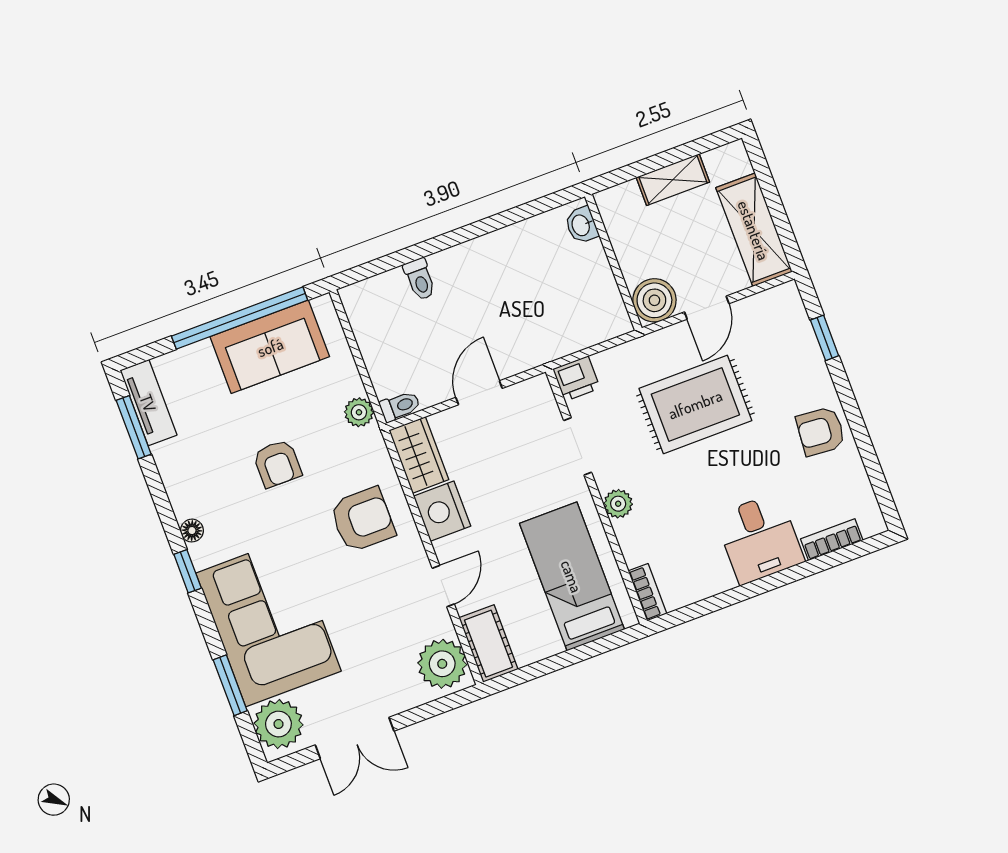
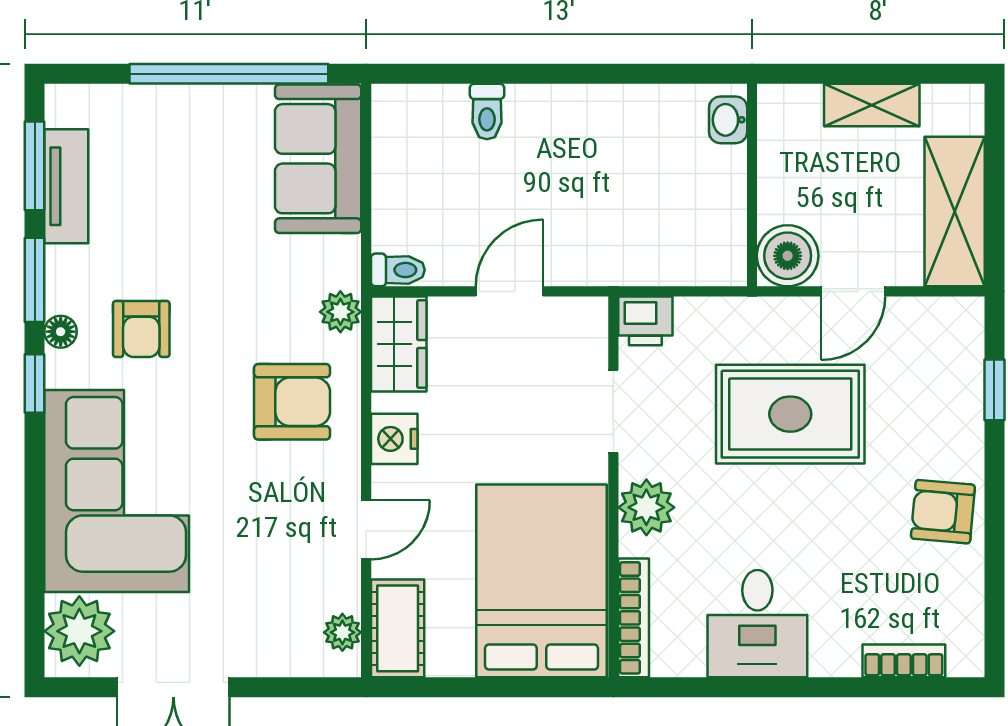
sofa: (270, 347) -> (318, 159), moved, turned 90
tv unit: (148, 403) -> (66, 186), moved
plant: (359, 412) -> (340, 312), moved
armchair: (277, 464) -> (141, 329), moved
plant: (618, 504) -> (646, 507), width x1.38, depth x1.38
nightstand: (442, 511) -> (394, 439), width x0.74, depth x0.75
desk: (760, 539) -> (757, 624), moved
bed: (572, 576) -> (542, 581), width x1.50
bookcase: (647, 592) -> (634, 618), width x1.56
plant: (442, 664) -> (342, 632), width x0.53, depth x0.53
window: (230, 685) -> (35, 280), moved

